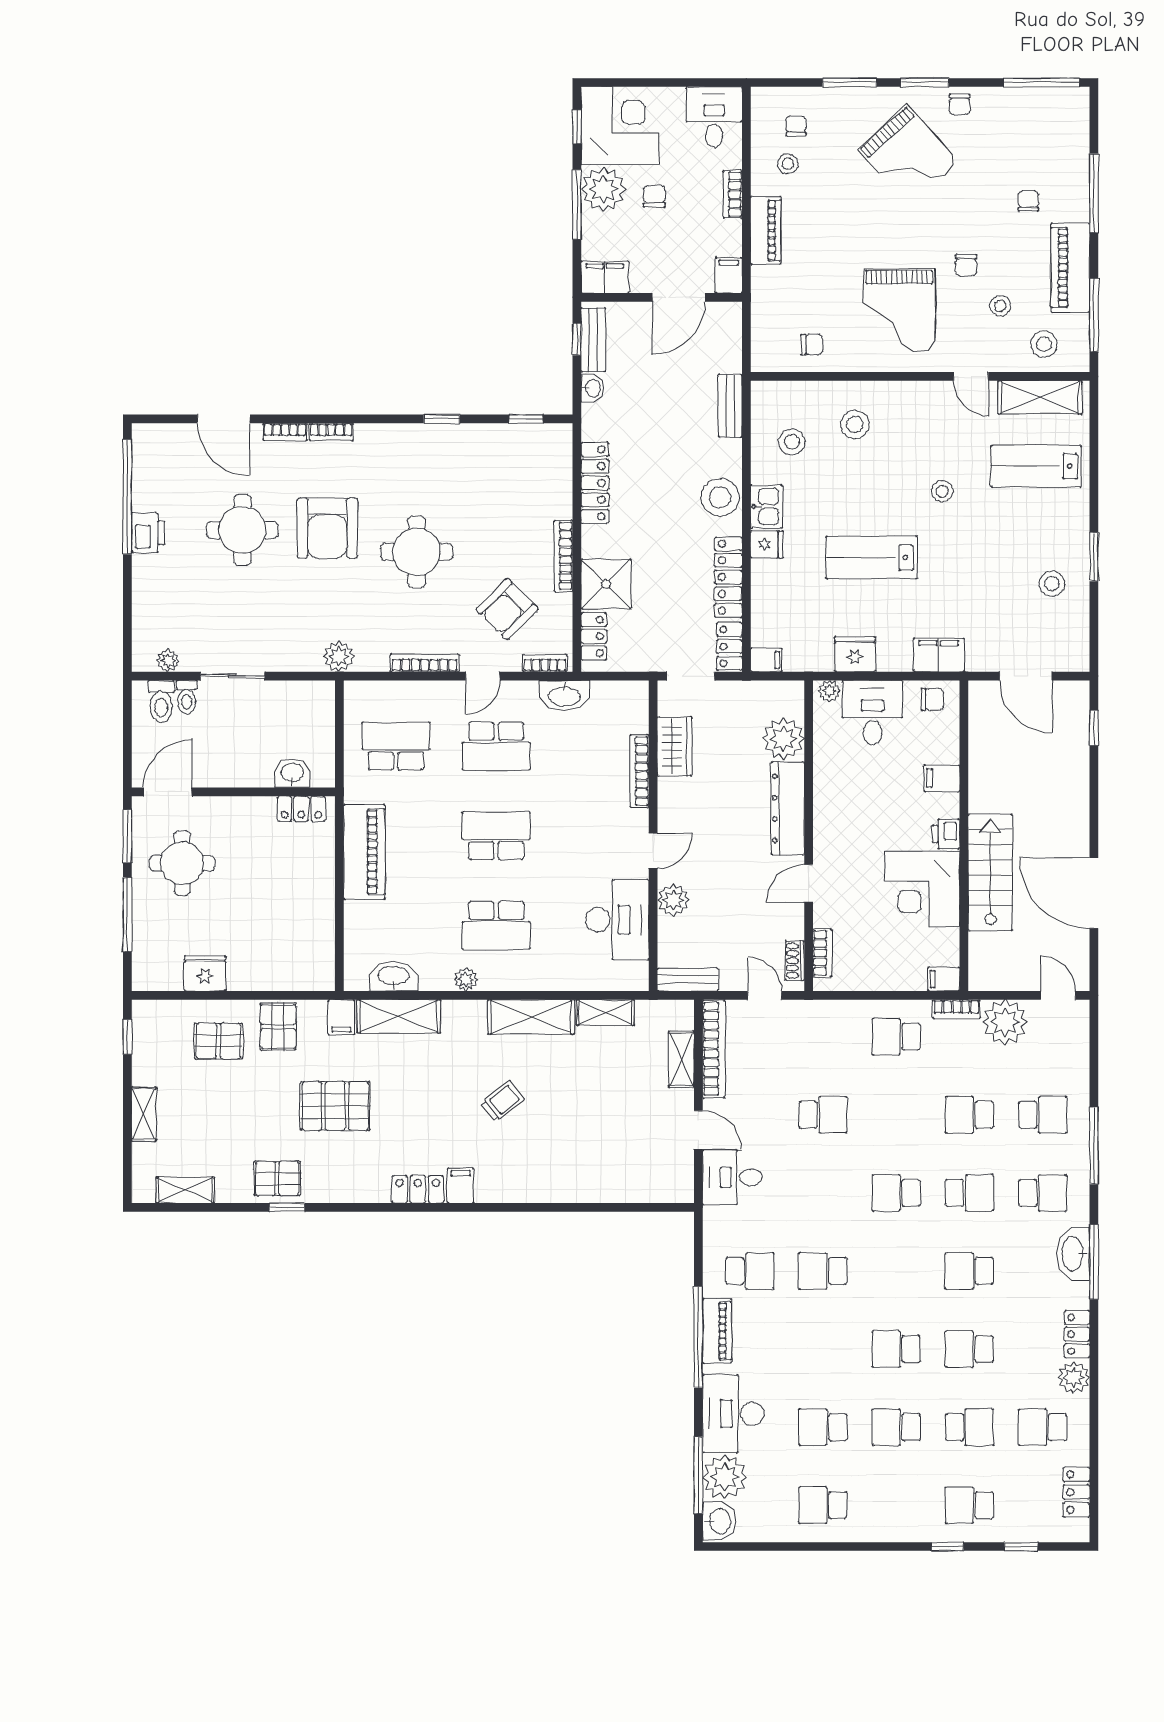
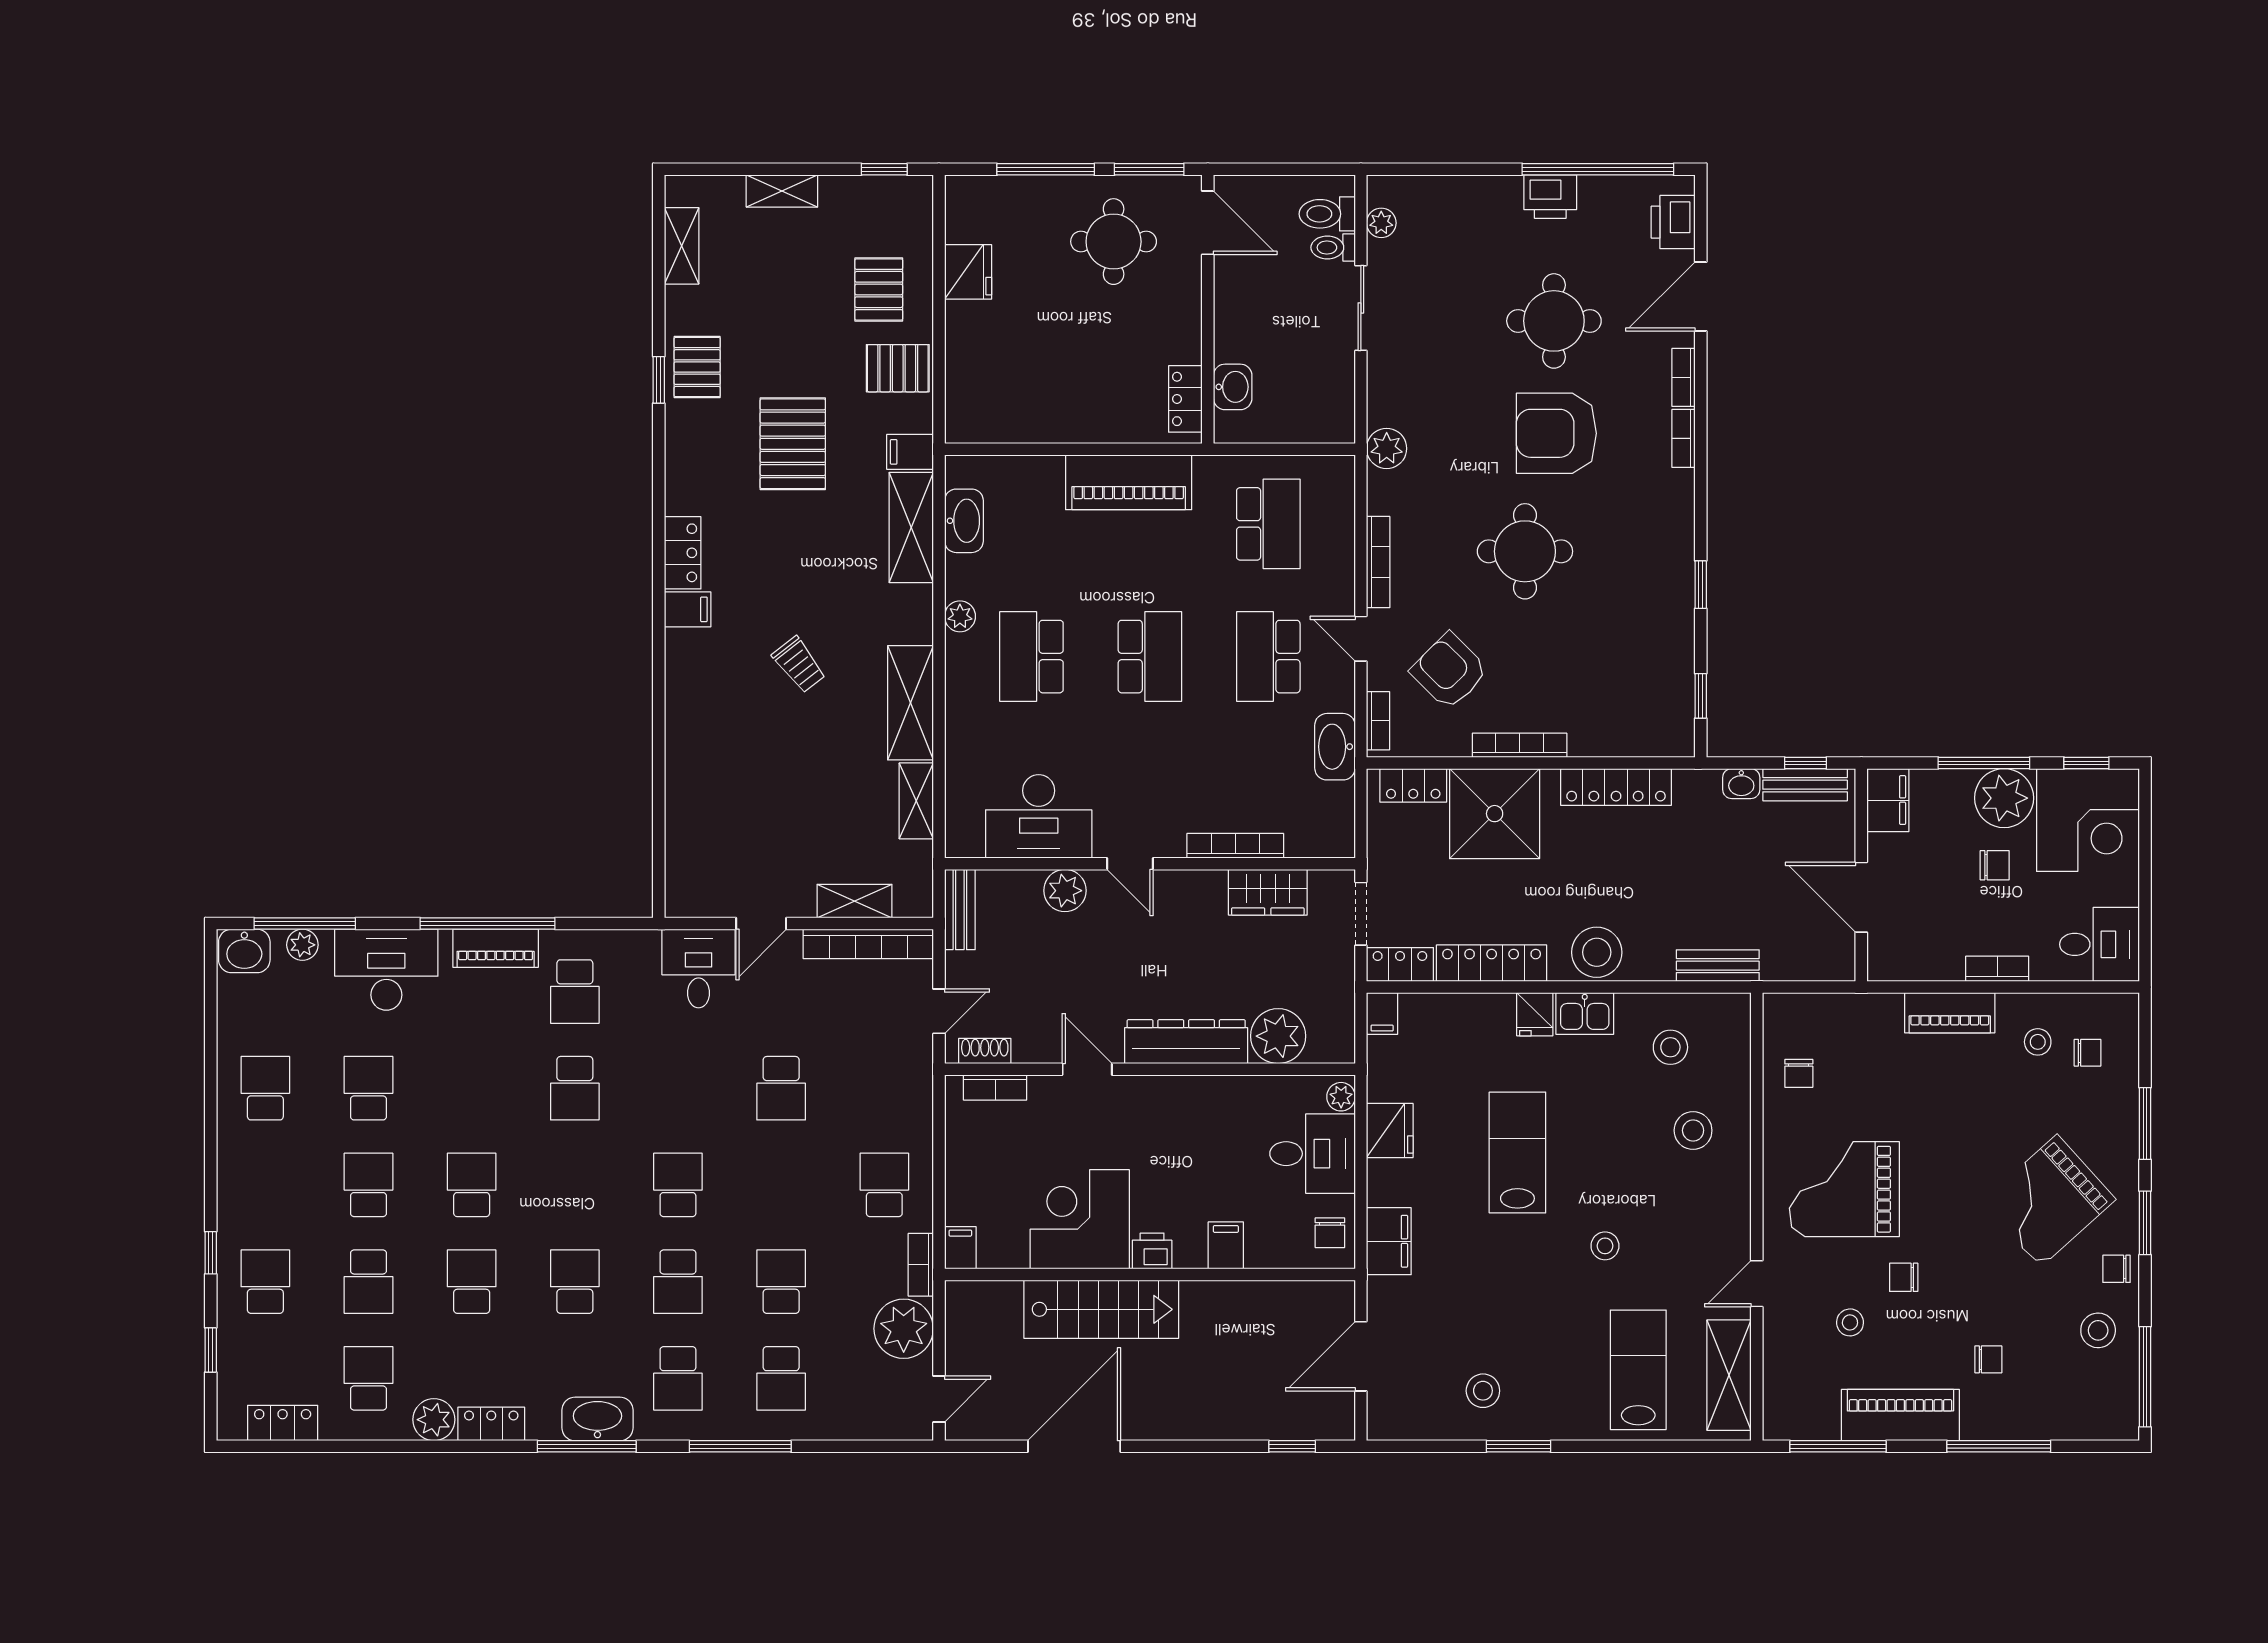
filing cabinet: (729, 275) -> (1891, 964), removed
stool: (1044, 344) -> (2098, 1330), moved
printer: (167, 440) -> (1673, 222), added
shower: (606, 584) -> (1495, 814), width x1.37, depth x1.37
school desk: (823, 1271) -> (575, 1088), turned 180
plant: (725, 1477) -> (302, 945), width x0.53, depth x0.53

